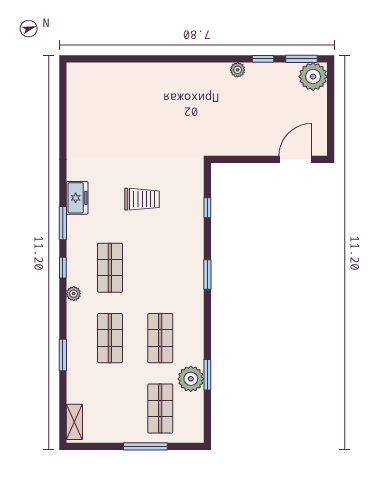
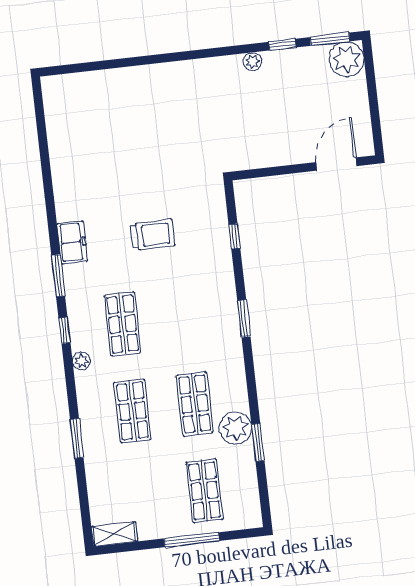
plant: (191, 379) -> (236, 428), moved
shelving: (74, 422) -> (114, 534), moved, turned 90

